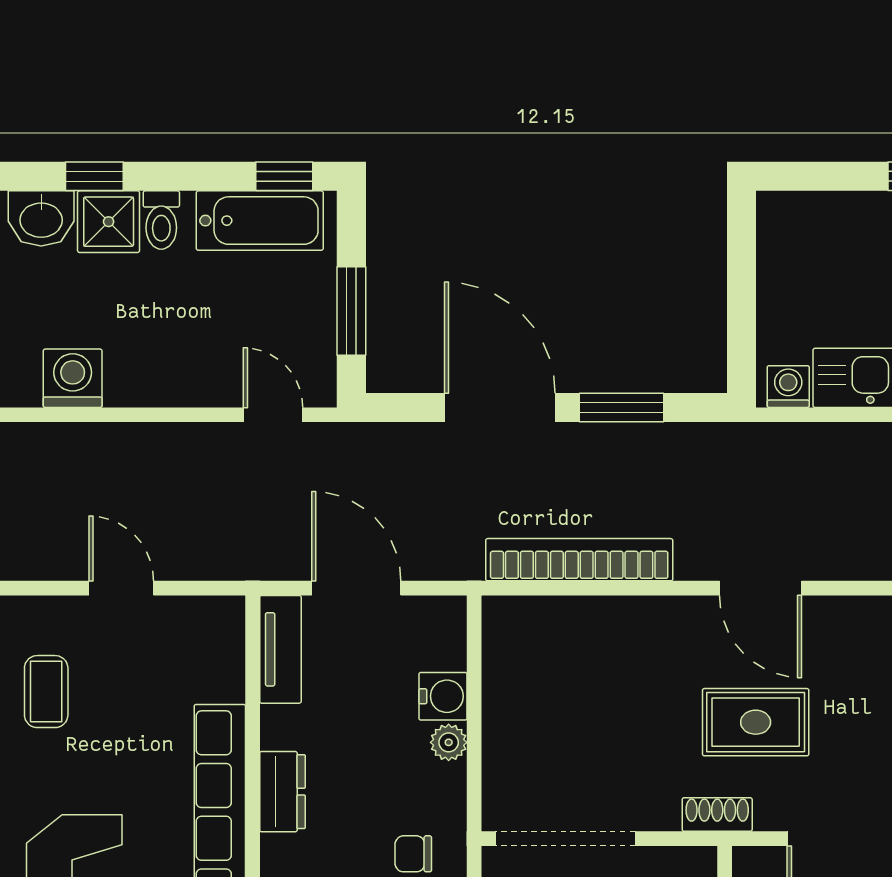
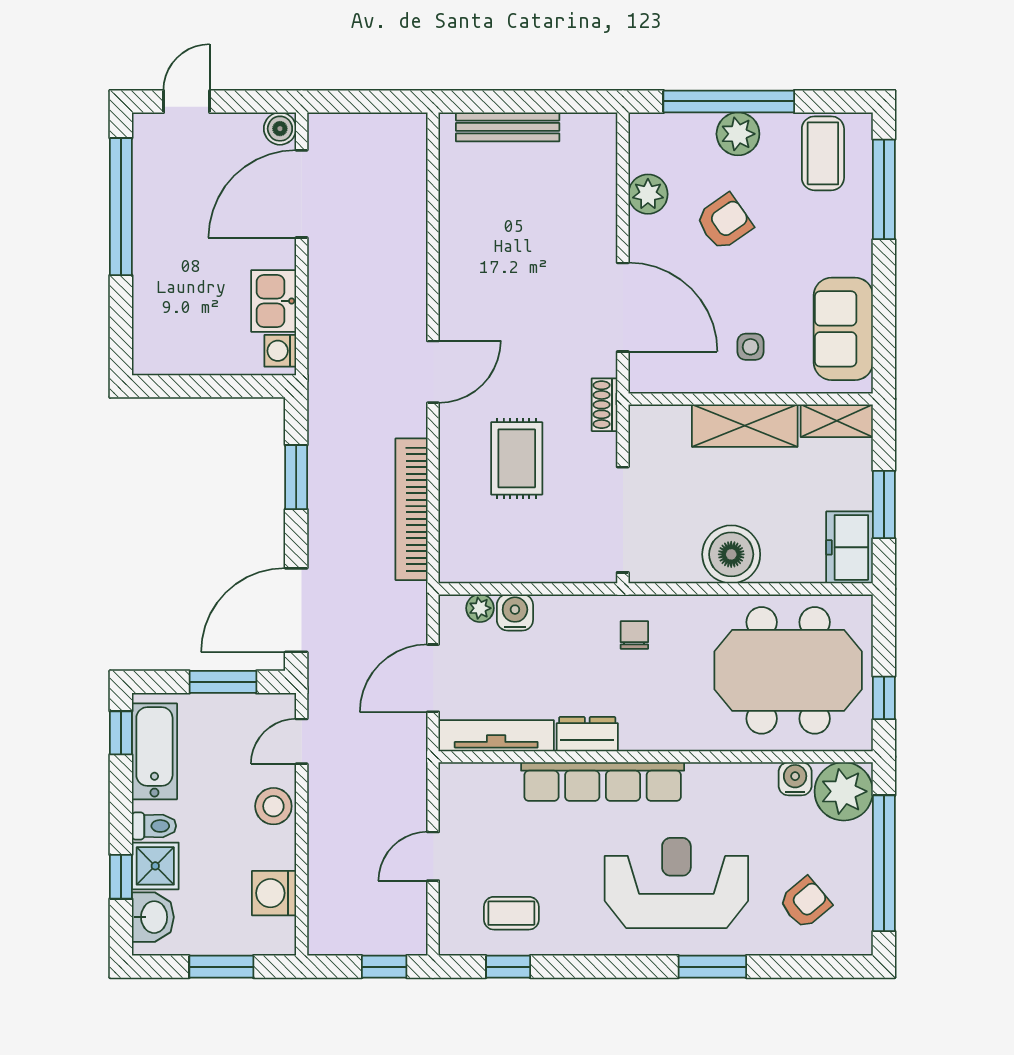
stool: (187, 378) -> (273, 806), added
door: (500, 408) -> (296, 610), moved
tv unit: (280, 649) -> (496, 736), width x1.41
rug: (756, 722) -> (517, 458), moved
plant: (449, 742) -> (480, 608), moved
chair: (413, 854) -> (634, 635), turned 180

